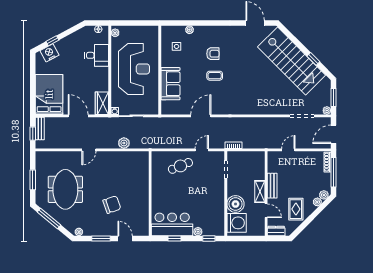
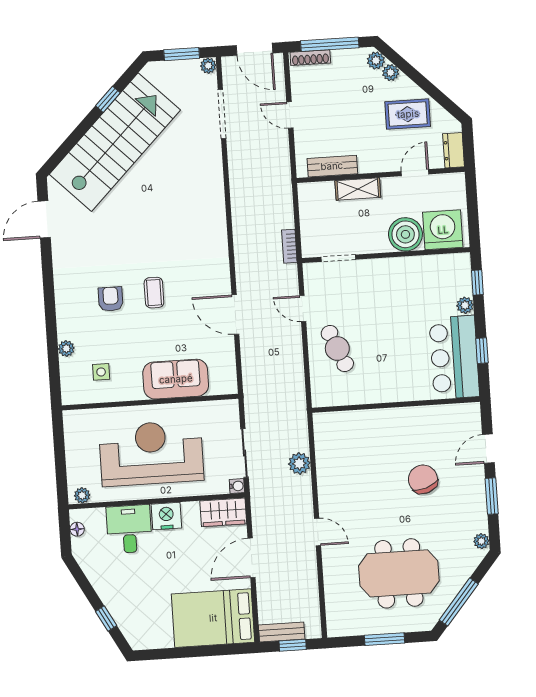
nightstand: (49, 53) -> (166, 516), moved, turned 119
door: (288, 150) -> (290, 115), moved
bench: (272, 186) -> (332, 166), moved
shelving: (260, 192) -> (358, 189), moved

